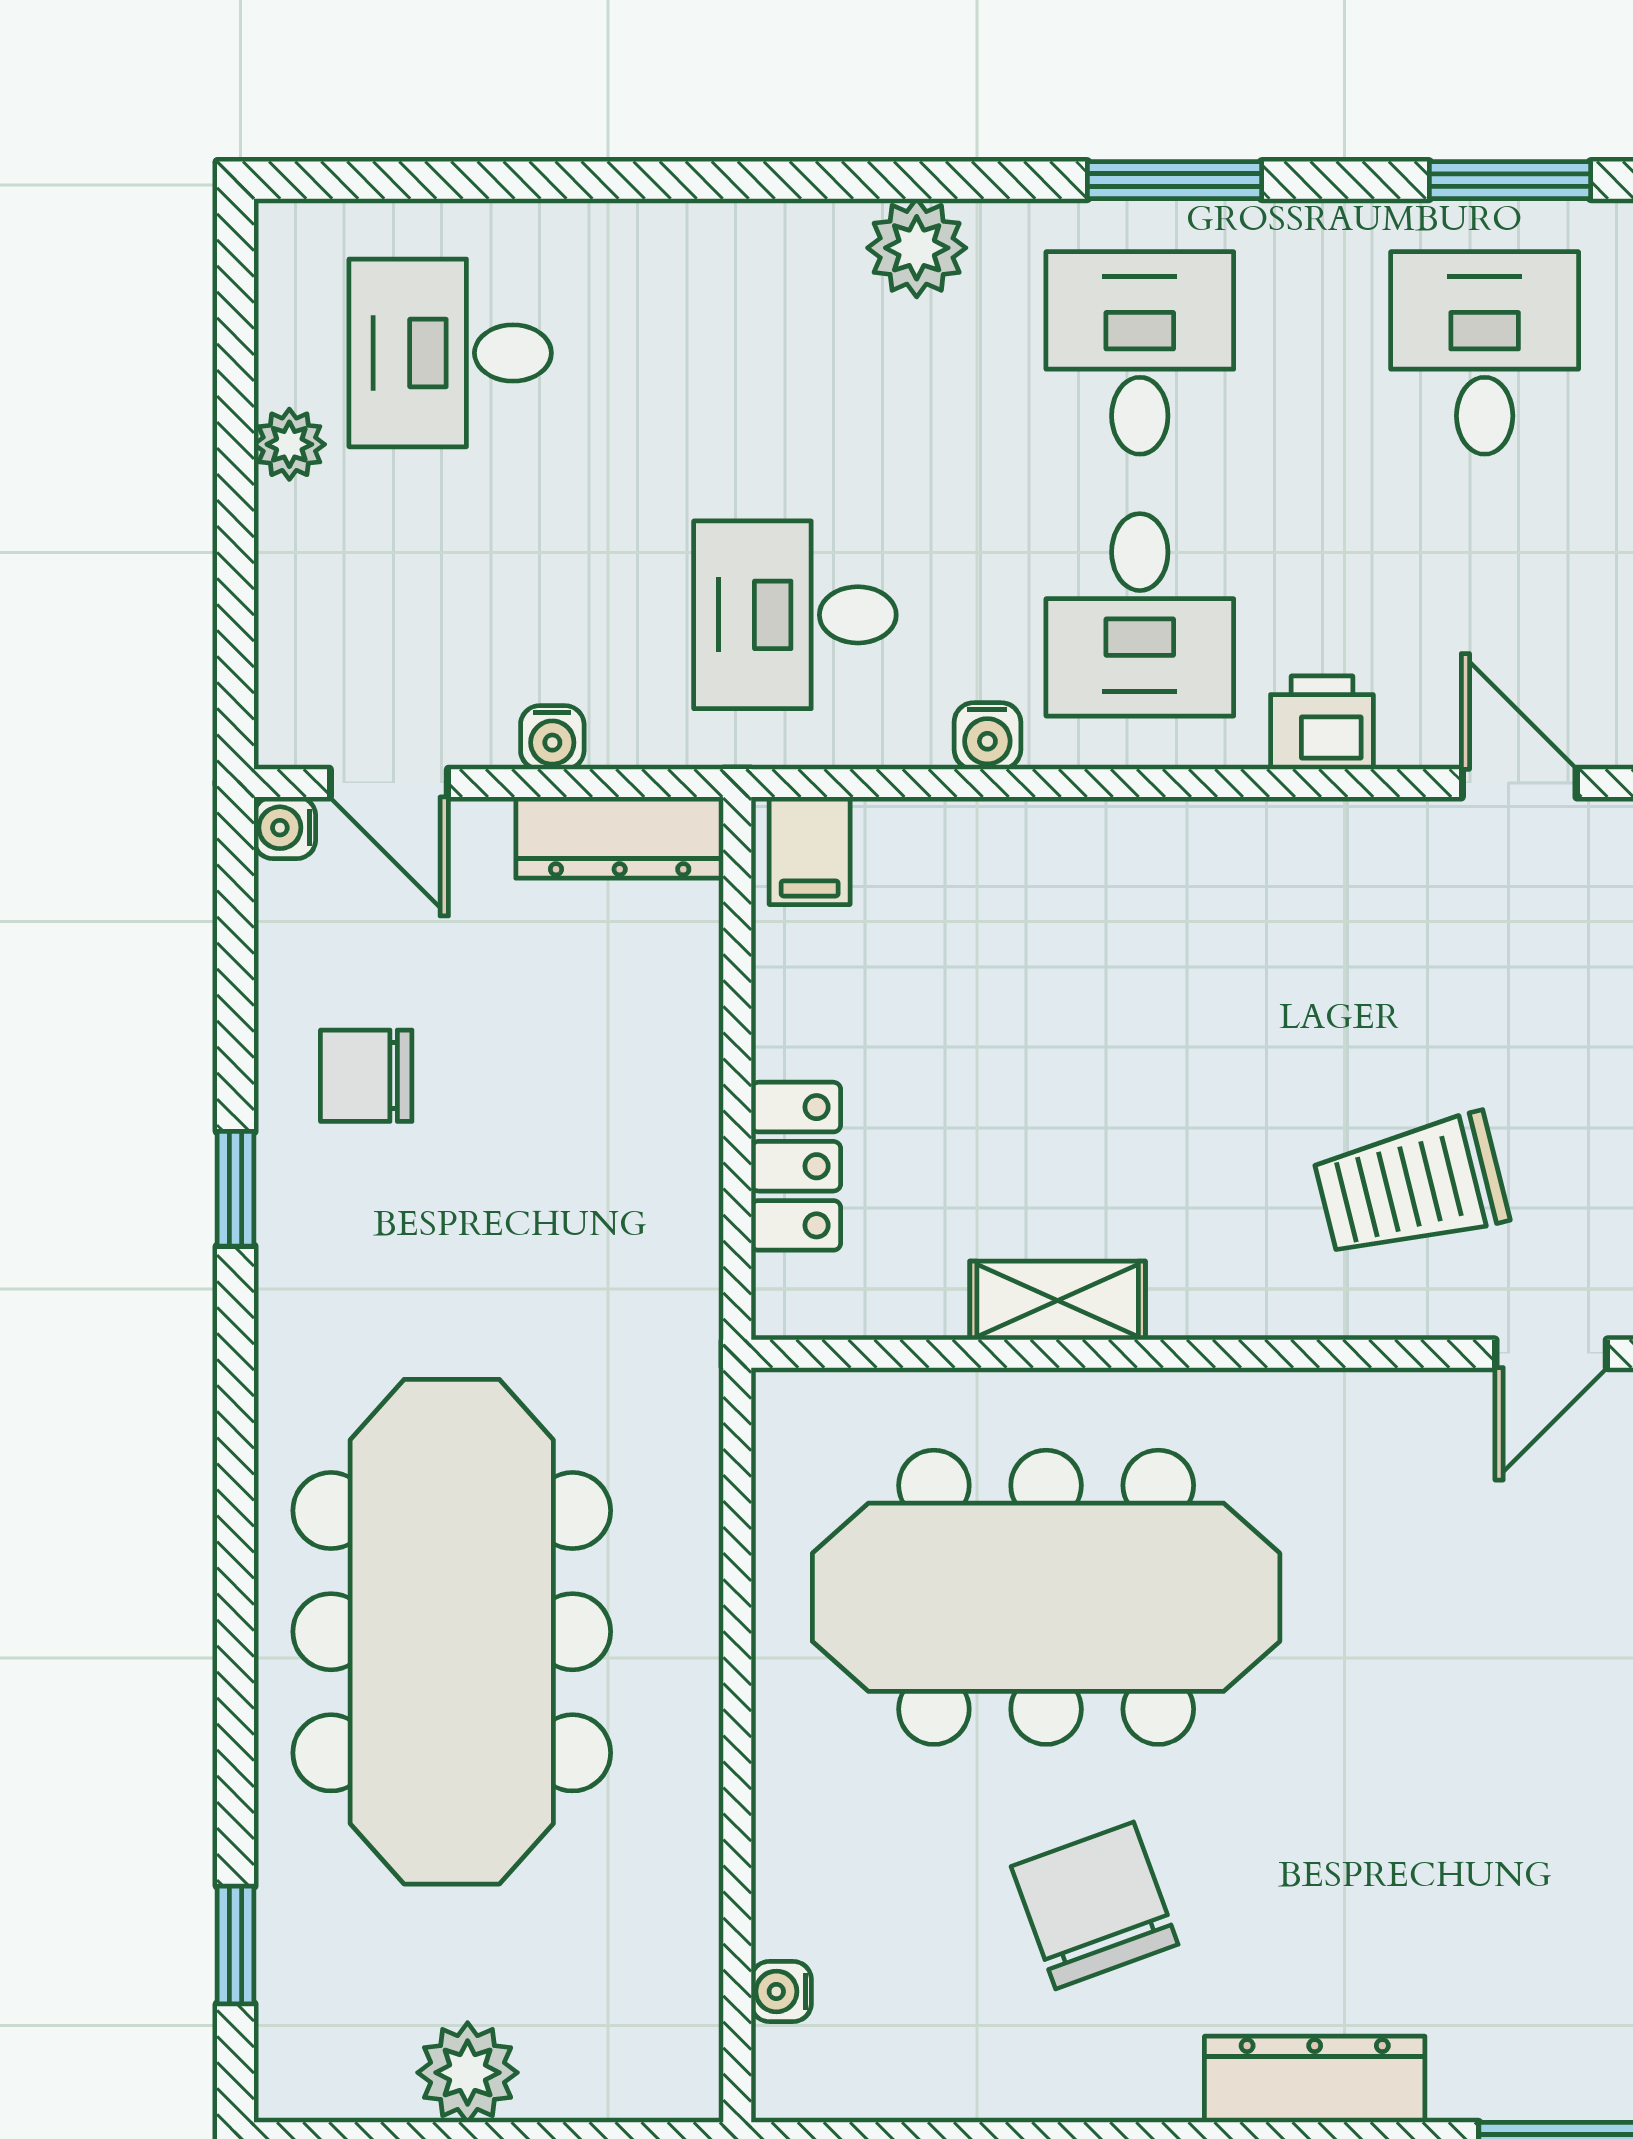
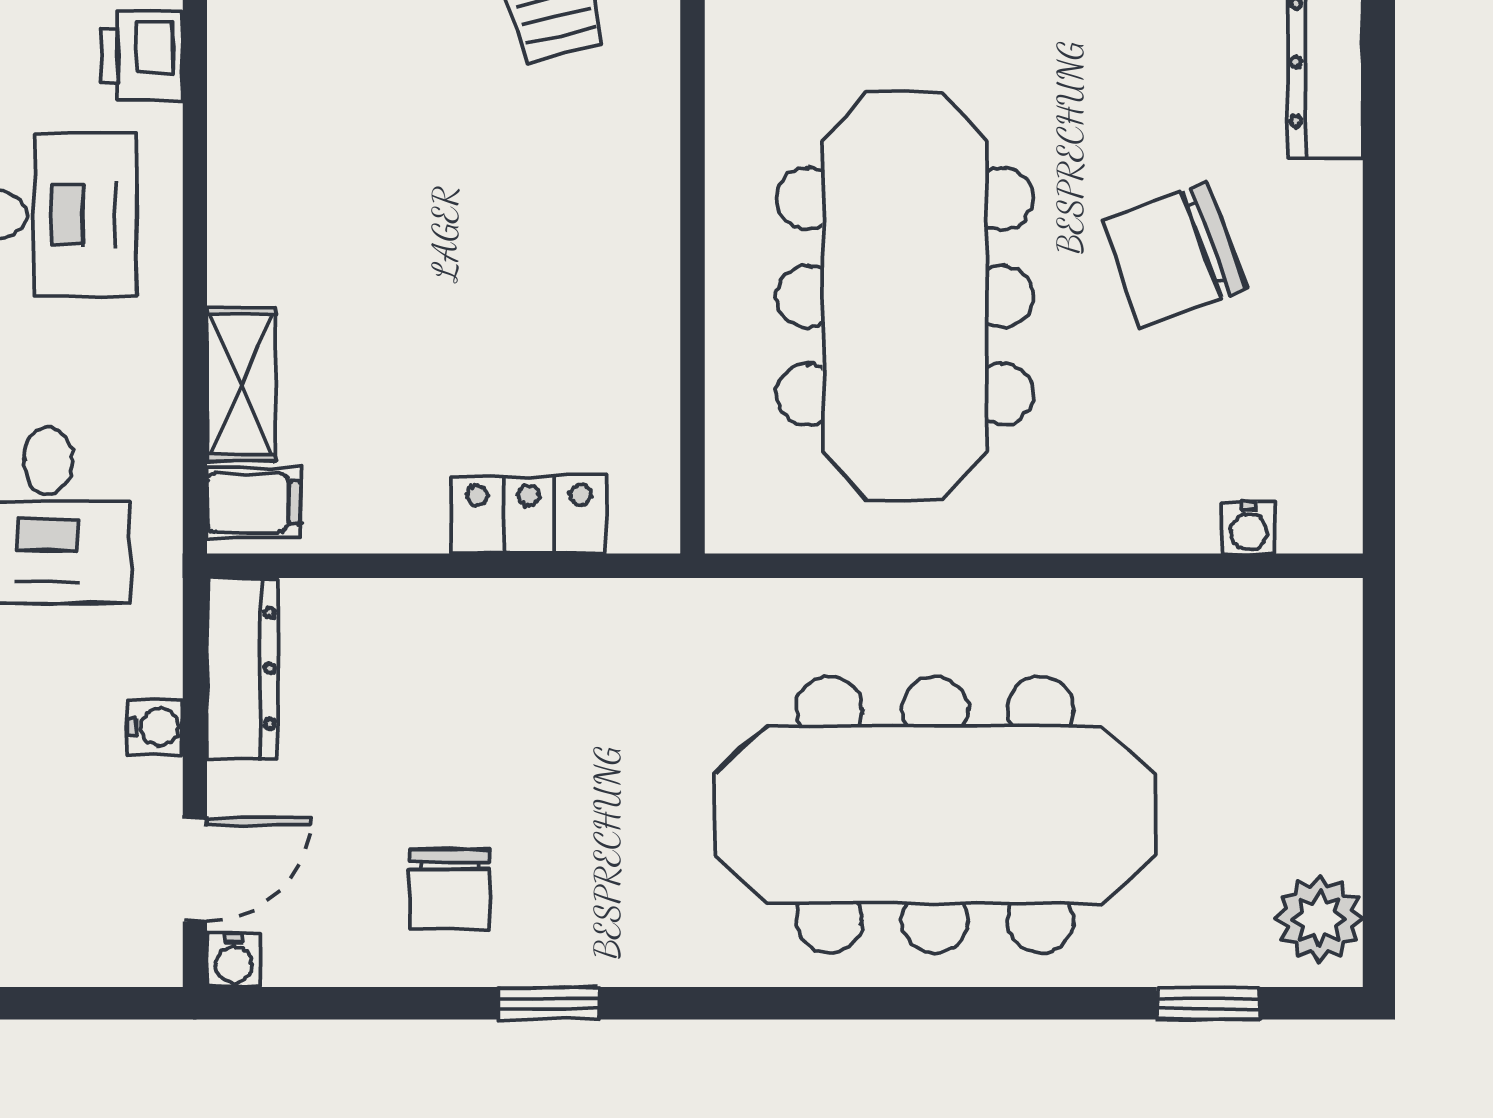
water cooler: (987, 736) -> (154, 348), removed
shelving: (1058, 1300) -> (241, 384), moved
plant: (468, 2073) -> (1319, 919), moved

